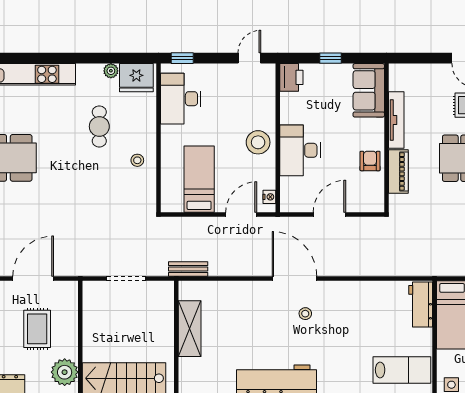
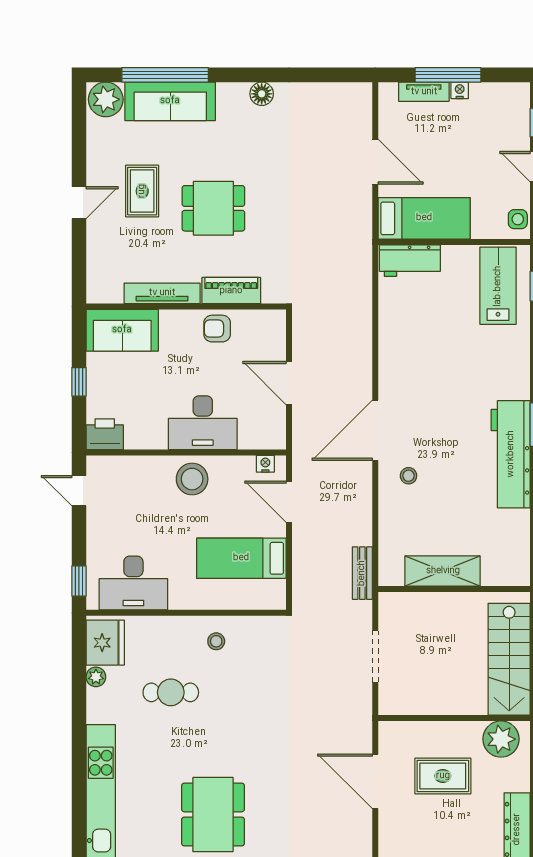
stool: (305, 314) -> (409, 476), moved

